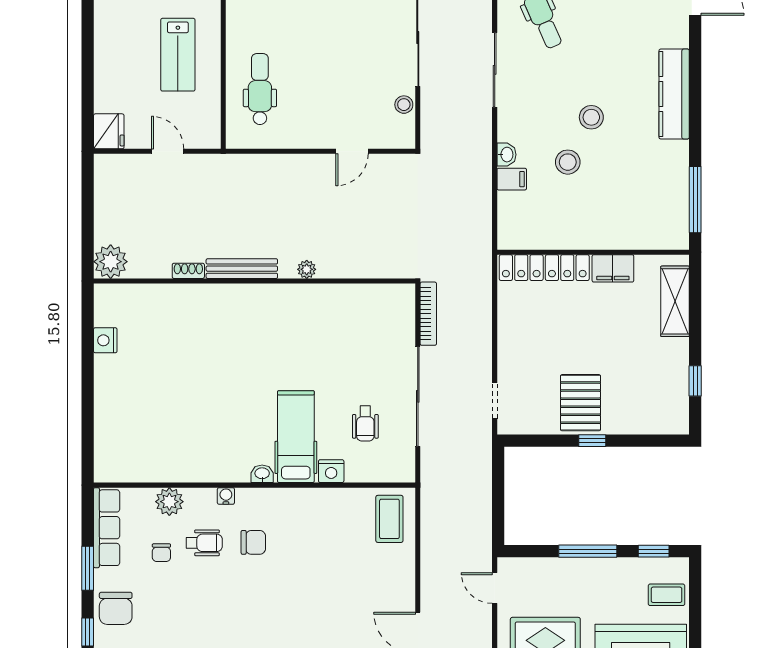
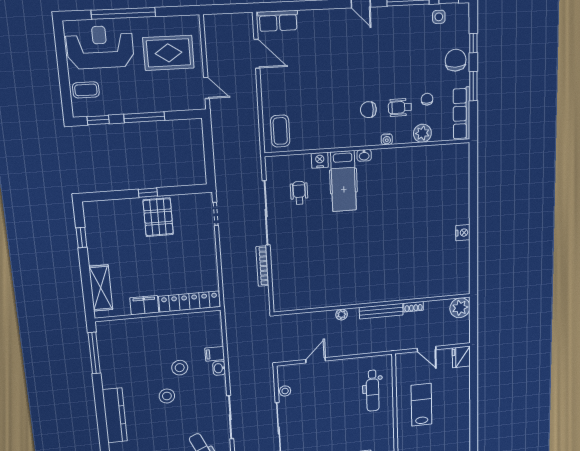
plant: (111, 262) -> (460, 308), moved
bench: (242, 269) -> (381, 311), moved
plant: (307, 269) -> (342, 314), moved
shoe rack: (188, 271) -> (414, 307), moved
wall: (254, 281) -> (373, 304), moved

